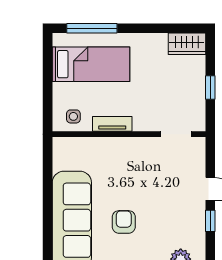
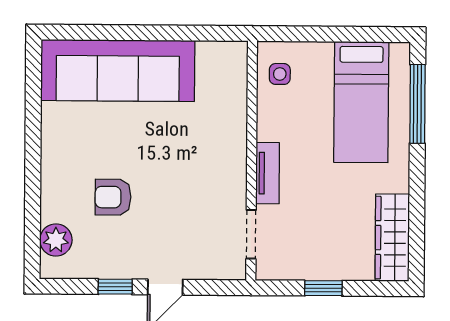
wardrobe: (187, 44) -> (392, 238), width x1.50
tv unit: (112, 124) -> (268, 173), moved
armchair: (124, 222) -> (113, 197), moved, turned 180

